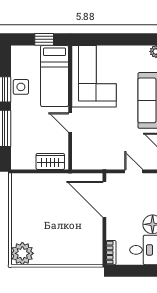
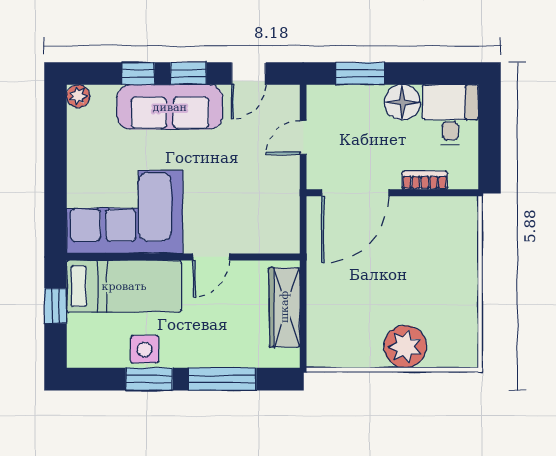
wardrobe: (50, 161) -> (284, 307), width x1.50
plant: (22, 253) -> (405, 347), moved
bookcase: (111, 253) -> (425, 180), moved

